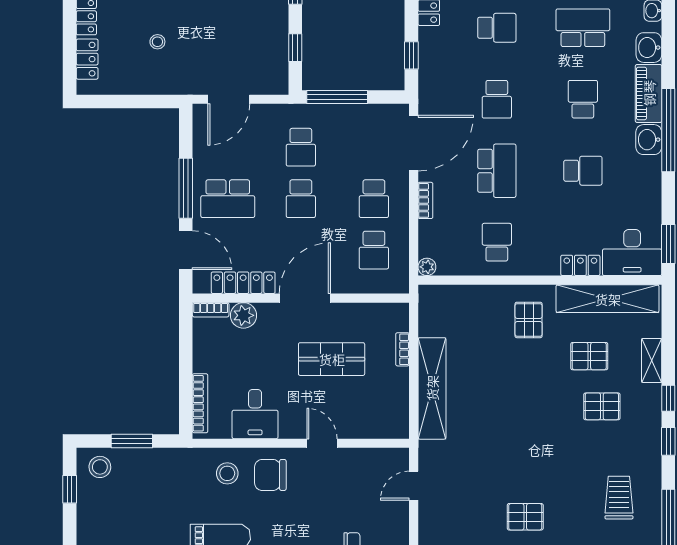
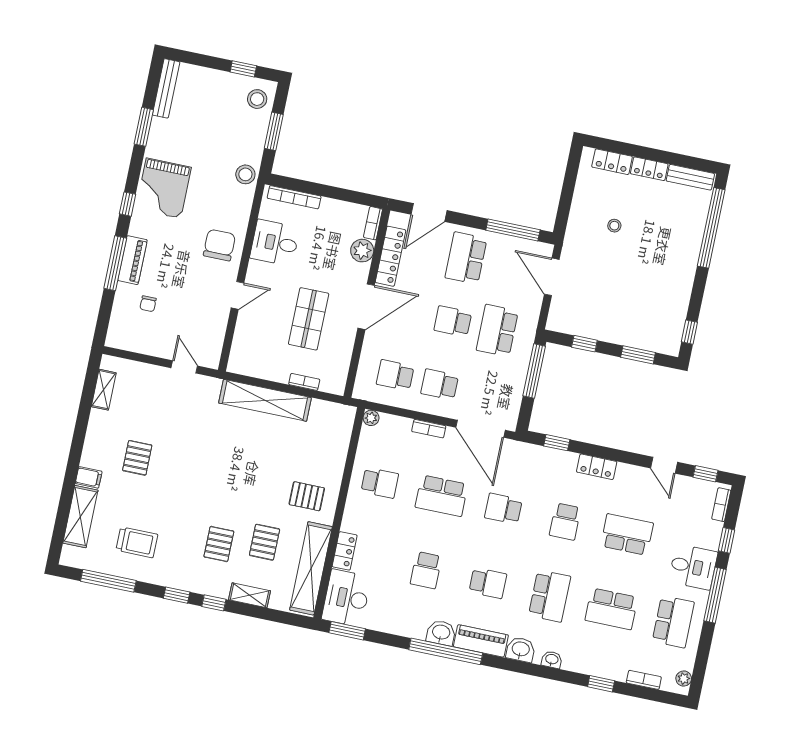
school desk: (301, 147) -> (497, 331), width x1.85
window: (186, 188) -> (513, 230), moved
door: (305, 298) -> (366, 307), hinge flipped
stool: (227, 473) -> (245, 174), moved

